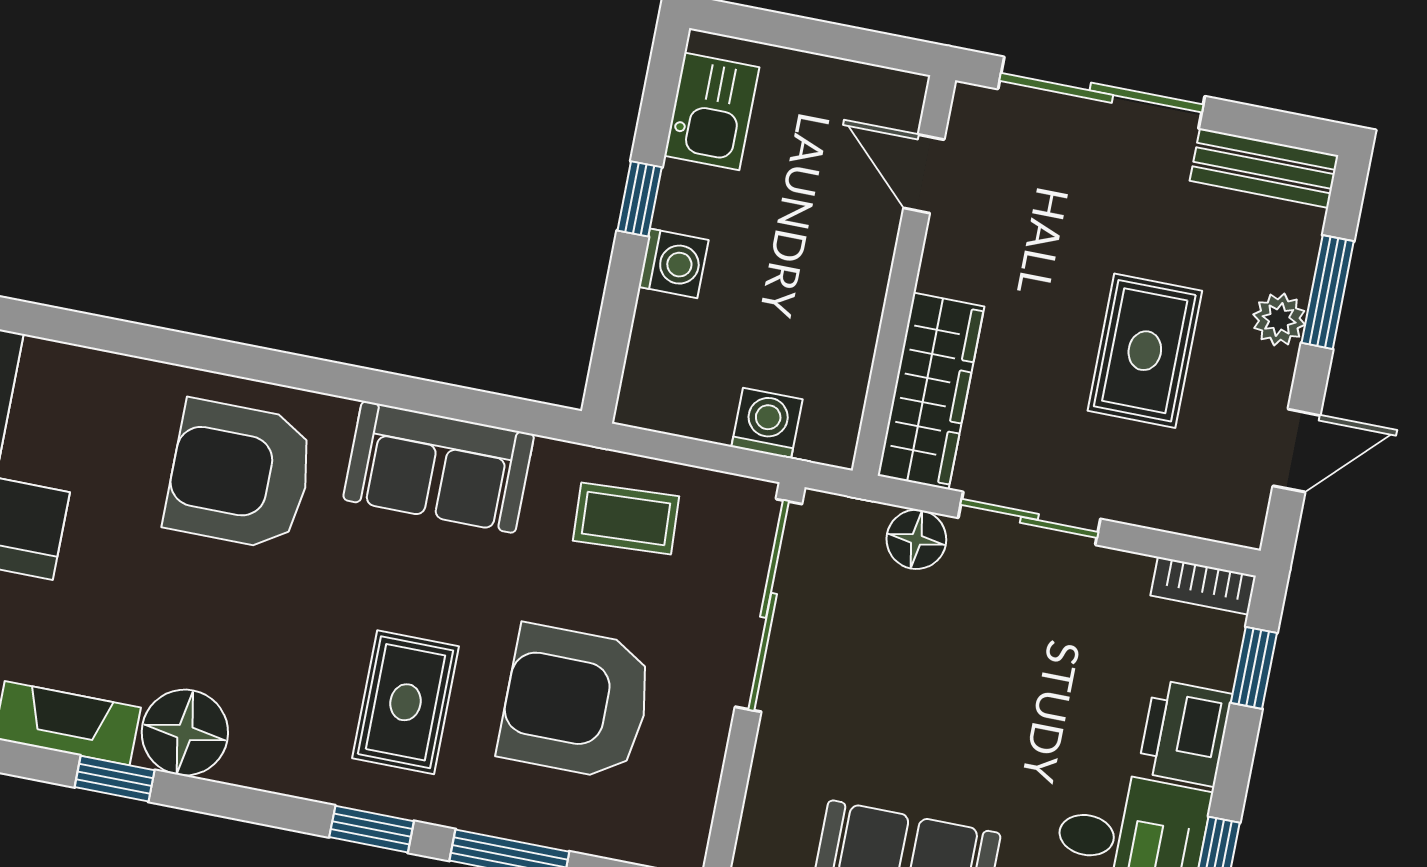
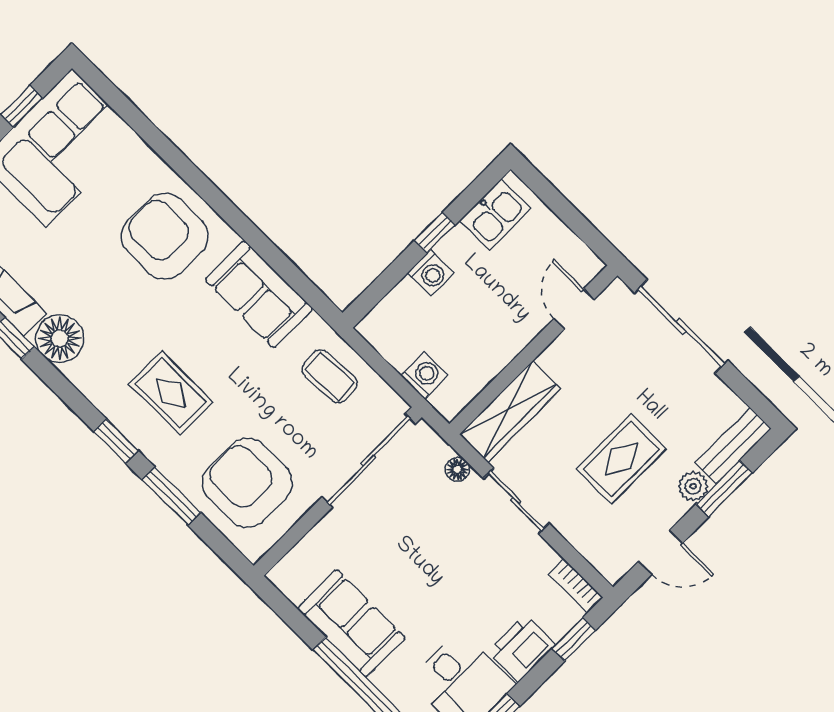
bench: (1264, 168) -> (733, 446), moved, turned 90
floor lamp: (916, 539) -> (457, 469), width x0.73, depth x0.73
rug: (406, 702) -> (171, 393), turned 90
armchair: (576, 702) -> (247, 483), moved

